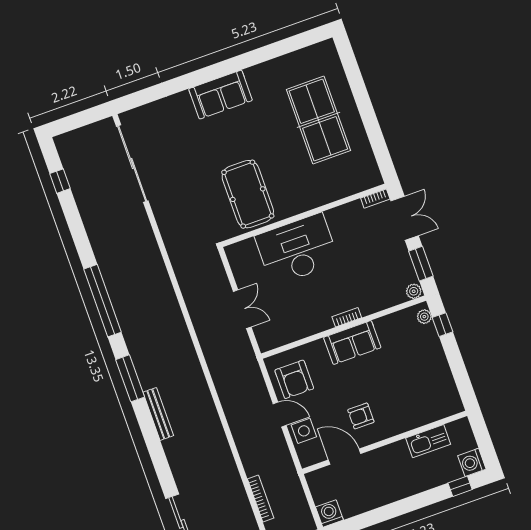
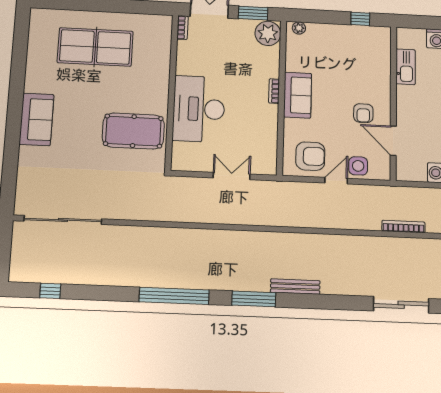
plant: (414, 291) -> (268, 33), width x1.87, depth x1.87
window: (443, 325) -> (360, 19), moved
door: (345, 457) -> (393, 141), hinge flipped

